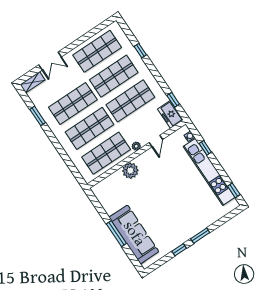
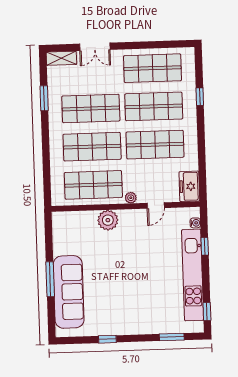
window: (173, 100) -> (202, 172), removed
window: (200, 236) -> (172, 337), moved

